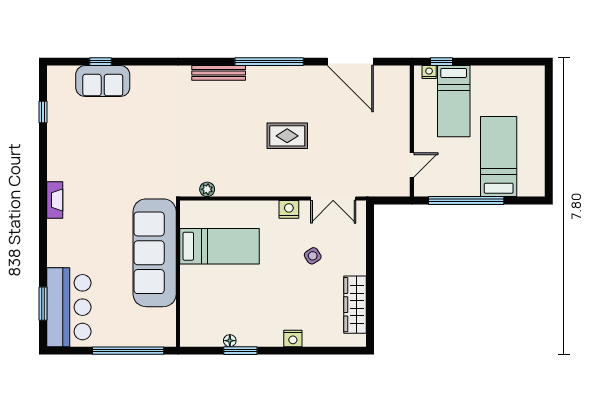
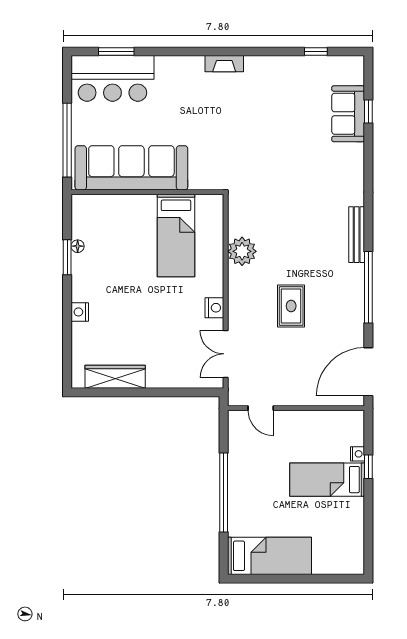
wall: (412, 131) -> (296, 408), moved
bed: (499, 157) -> (270, 556), moved
door: (412, 165) -> (261, 408), moved
plant: (207, 189) -> (242, 251), moved, width x1.87, depth x1.87
sofa: (155, 253) -> (131, 168), moved
side table: (313, 256) -> (166, 333), removed

